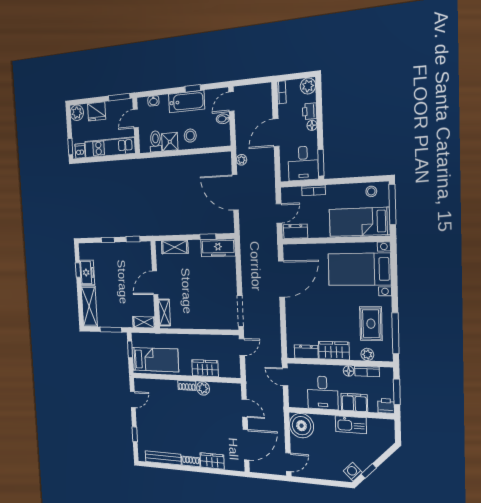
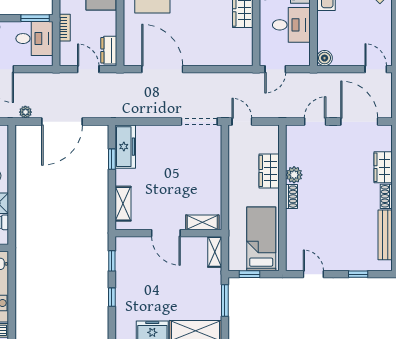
dresser: (306, 352) -> (245, 43), removed
boiler: (301, 426) -> (325, 58), width x0.54, depth x0.54

